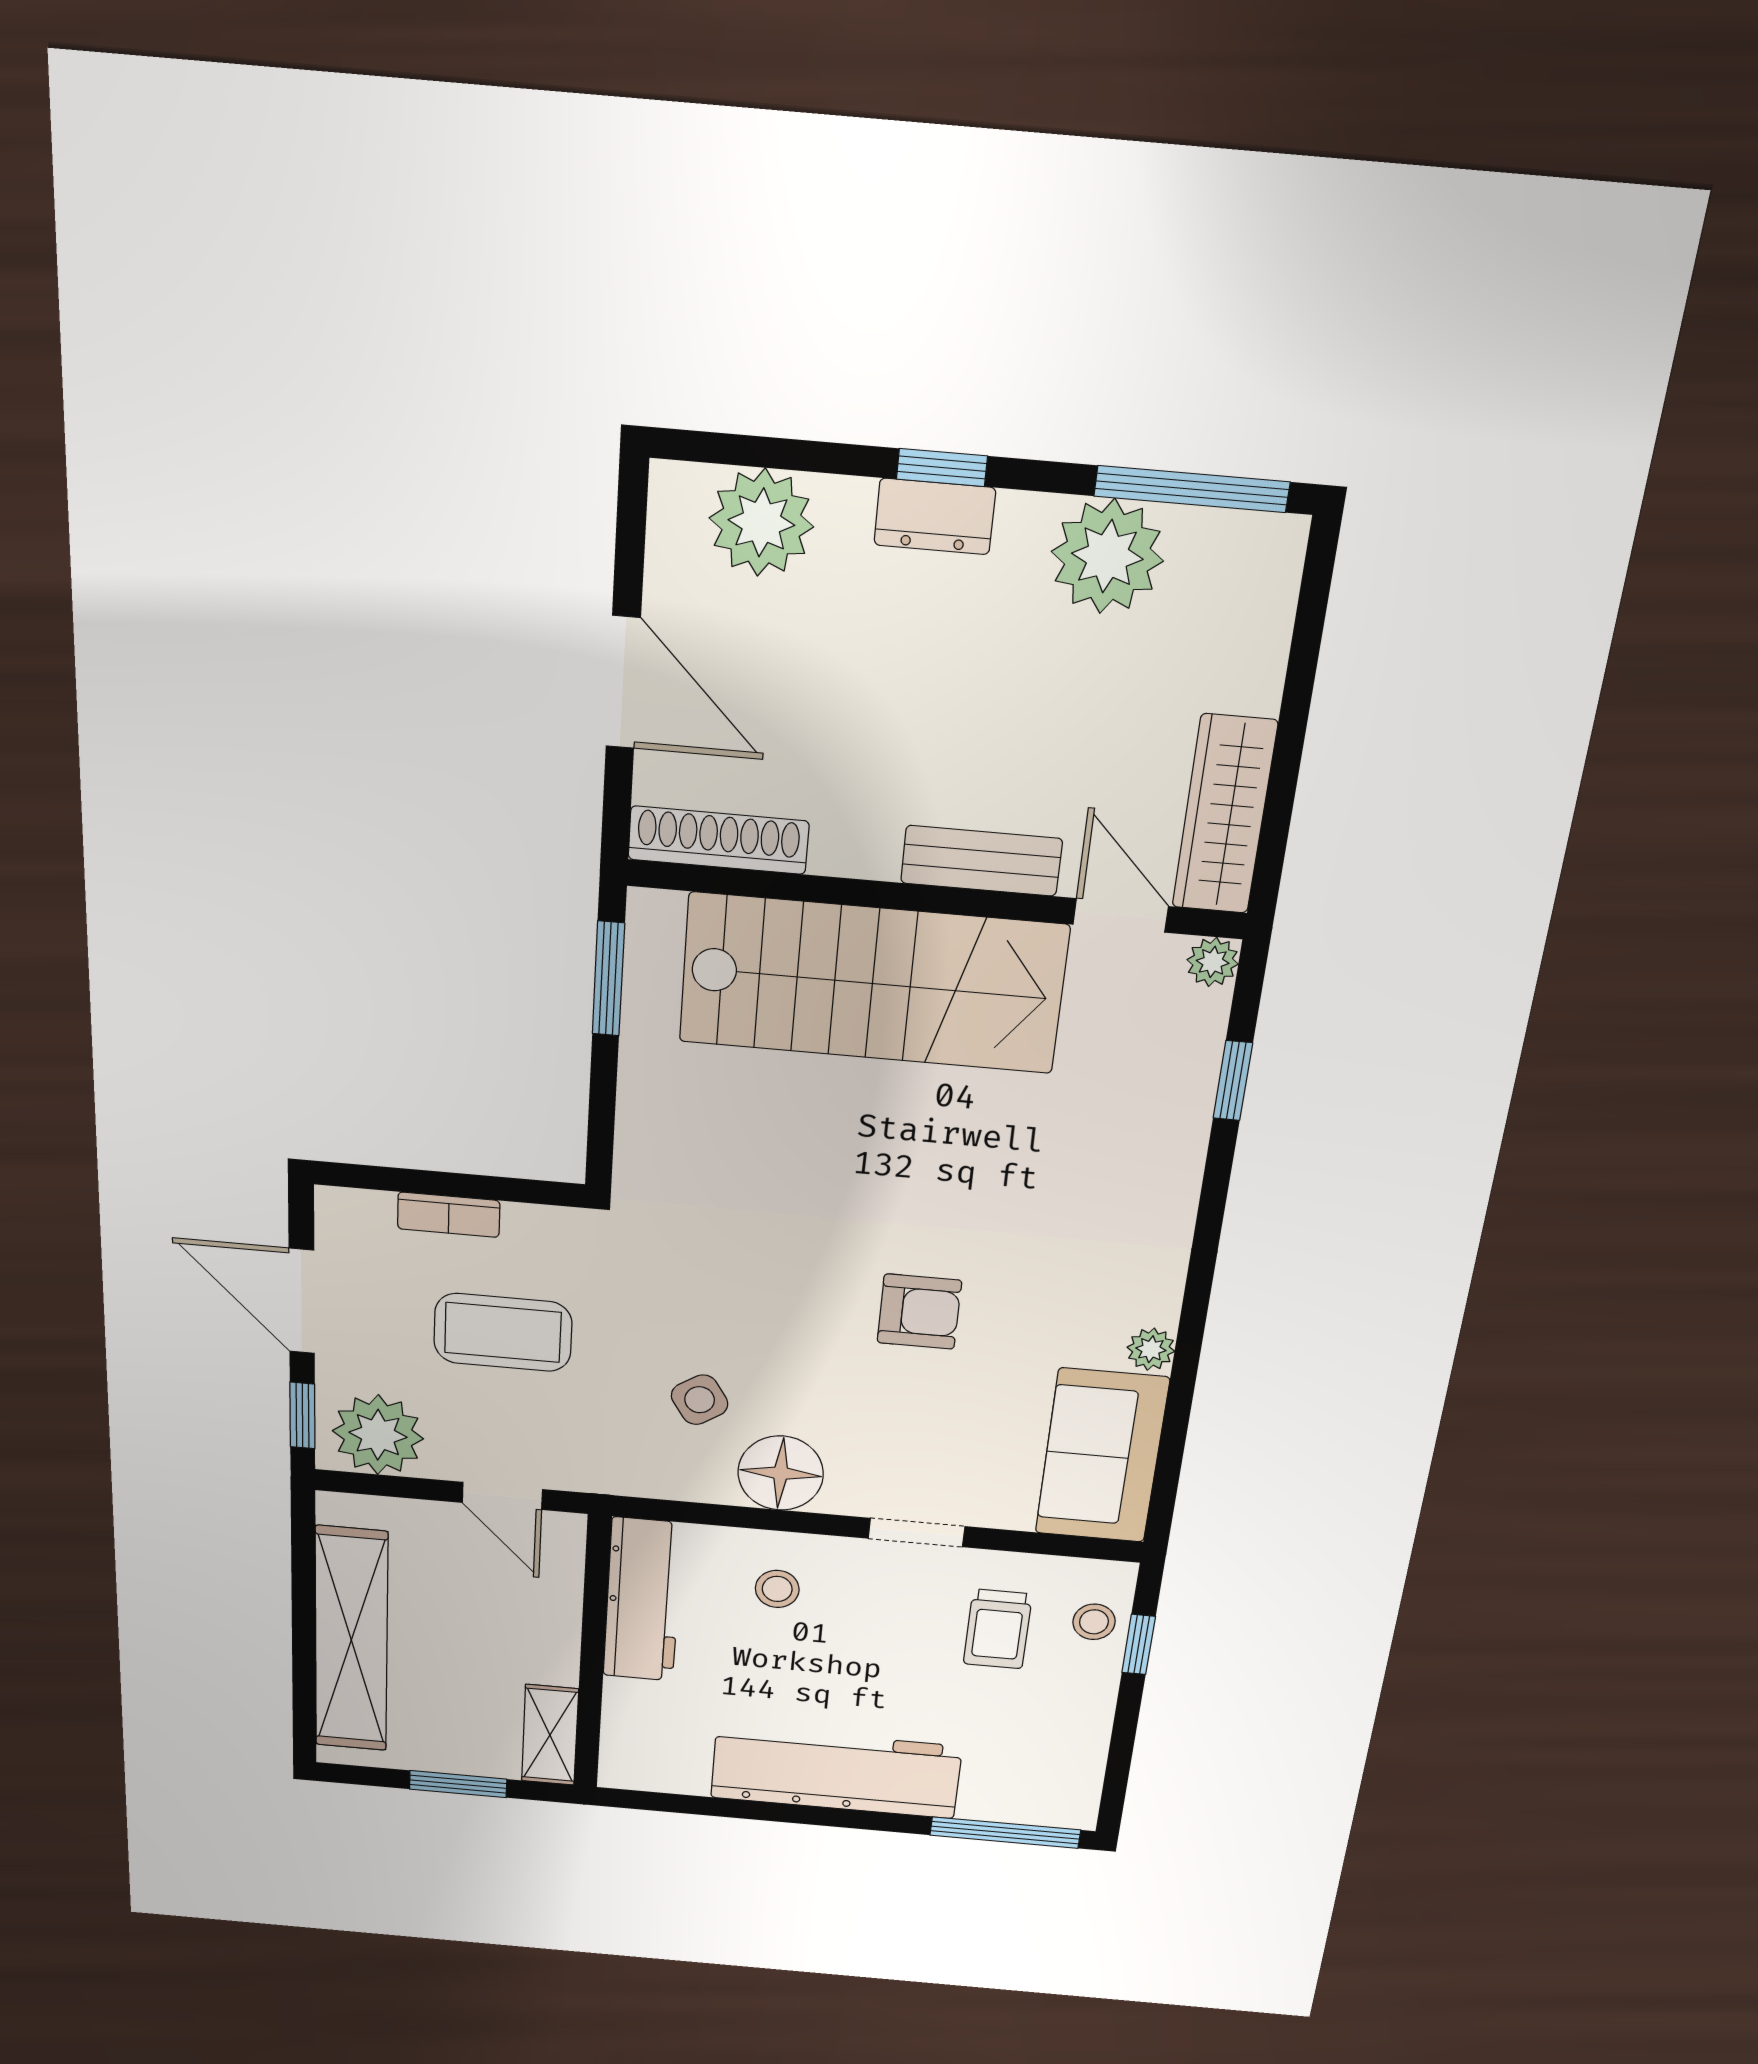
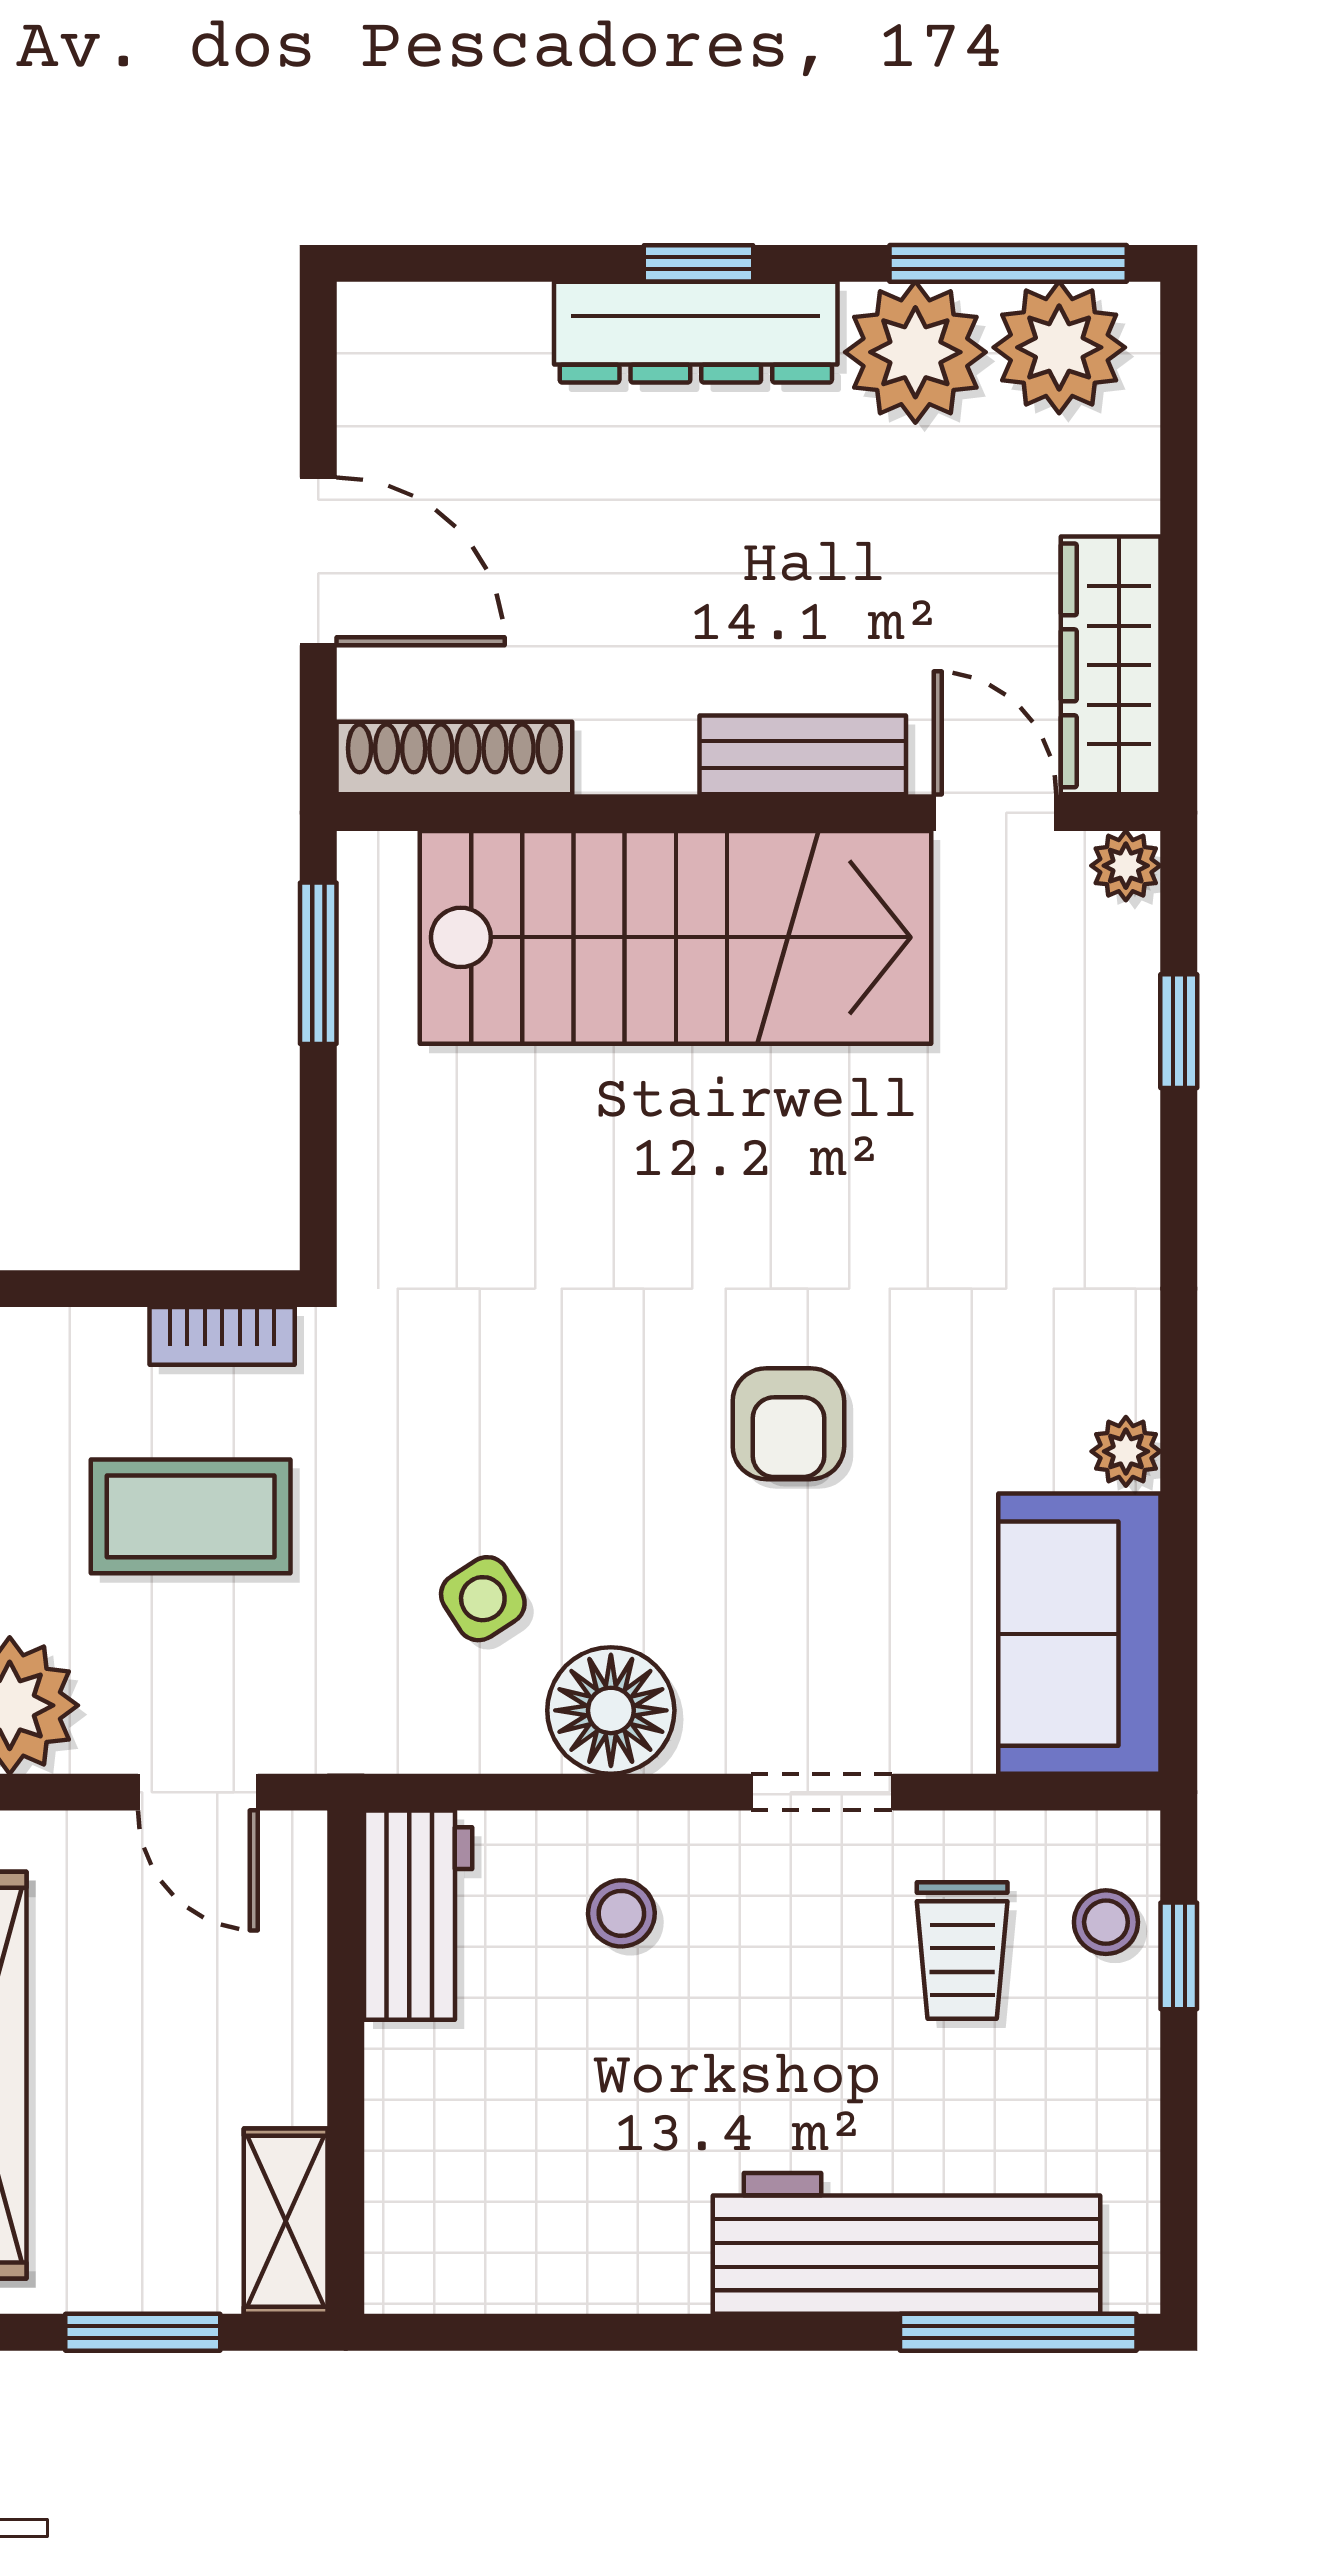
dresser: (935, 516) -> (696, 332), width x1.96, depth x1.24
plant: (761, 522) -> (1059, 347), moved
bookcase: (449, 1215) -> (222, 1336), moved
armchair: (919, 1312) -> (788, 1424), turned 90
workbench: (643, 1600) -> (418, 1915), width x0.73
workbench: (836, 1772) -> (906, 2243), moved

